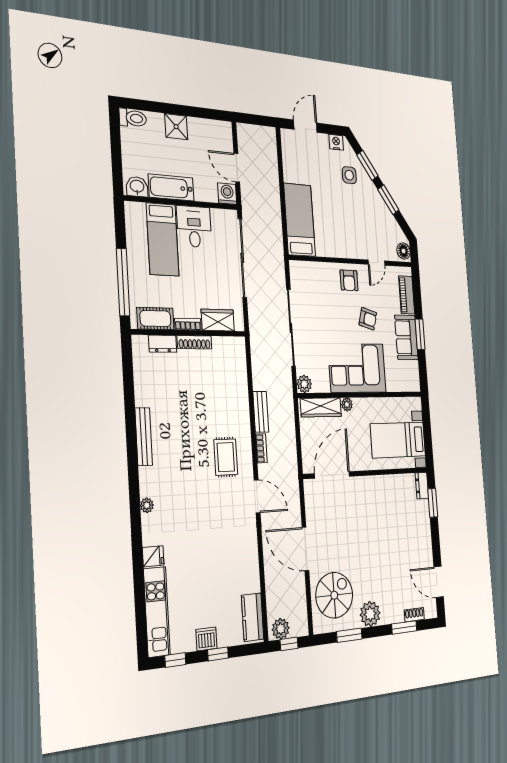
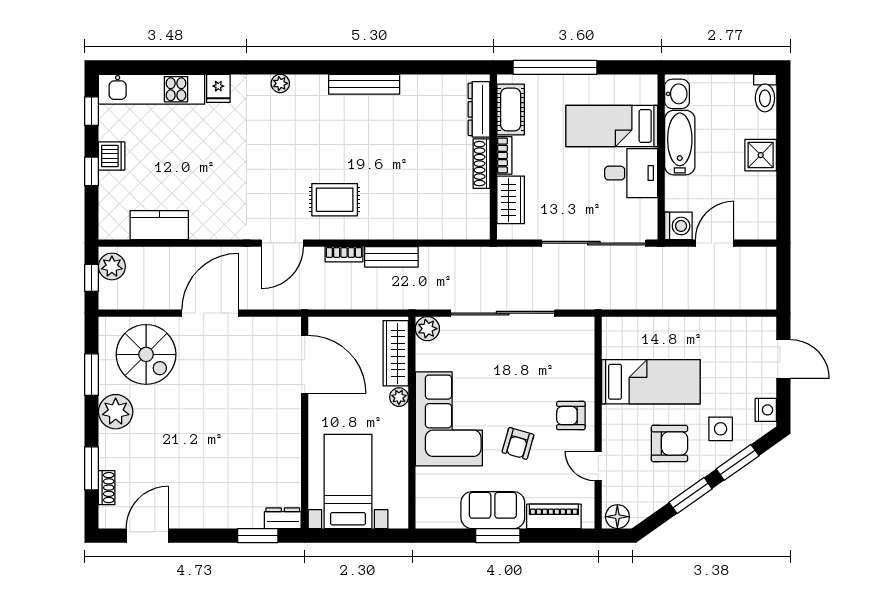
armchair: (360, 212) -> (669, 443), added
bed: (300, 220) -> (651, 382), moved
dresser: (163, 344) -> (479, 109), width x1.44
kitchen counter: (253, 617) -> (159, 225), moved

